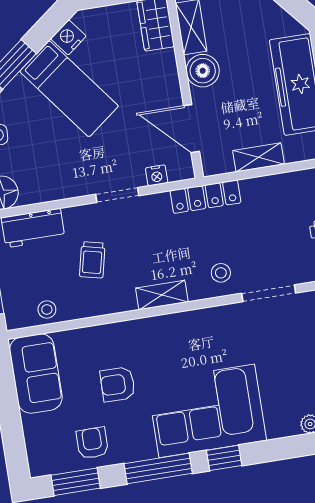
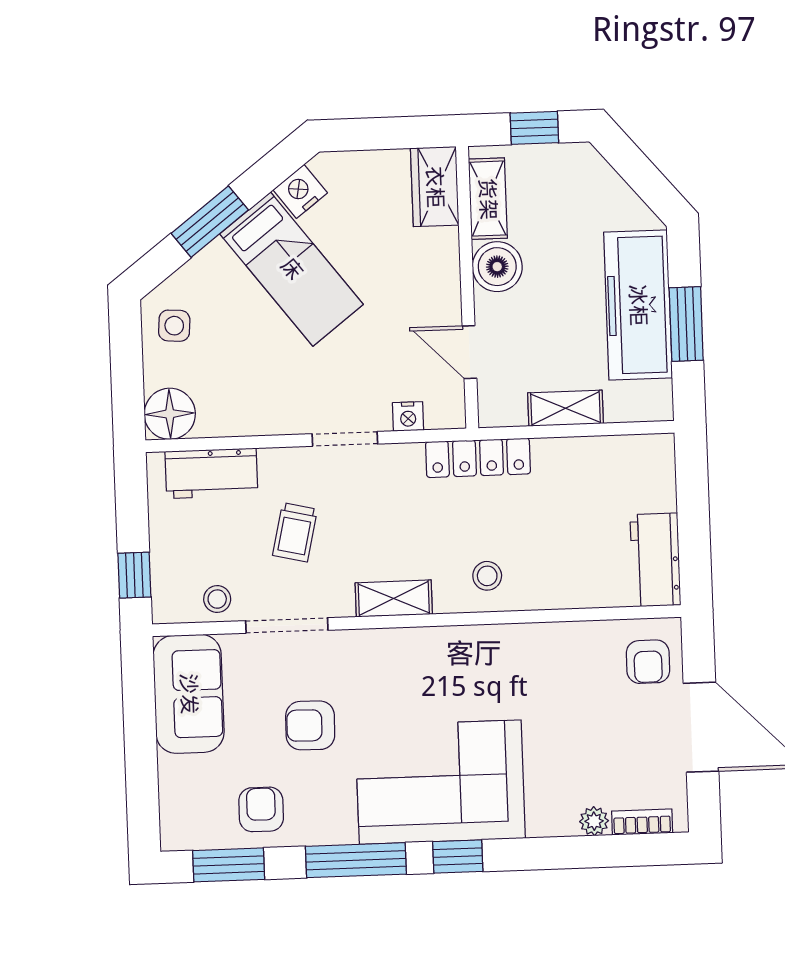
door: (191, 129) -> (469, 352), width x0.73
doorway: (269, 293) -> (287, 625), moved

